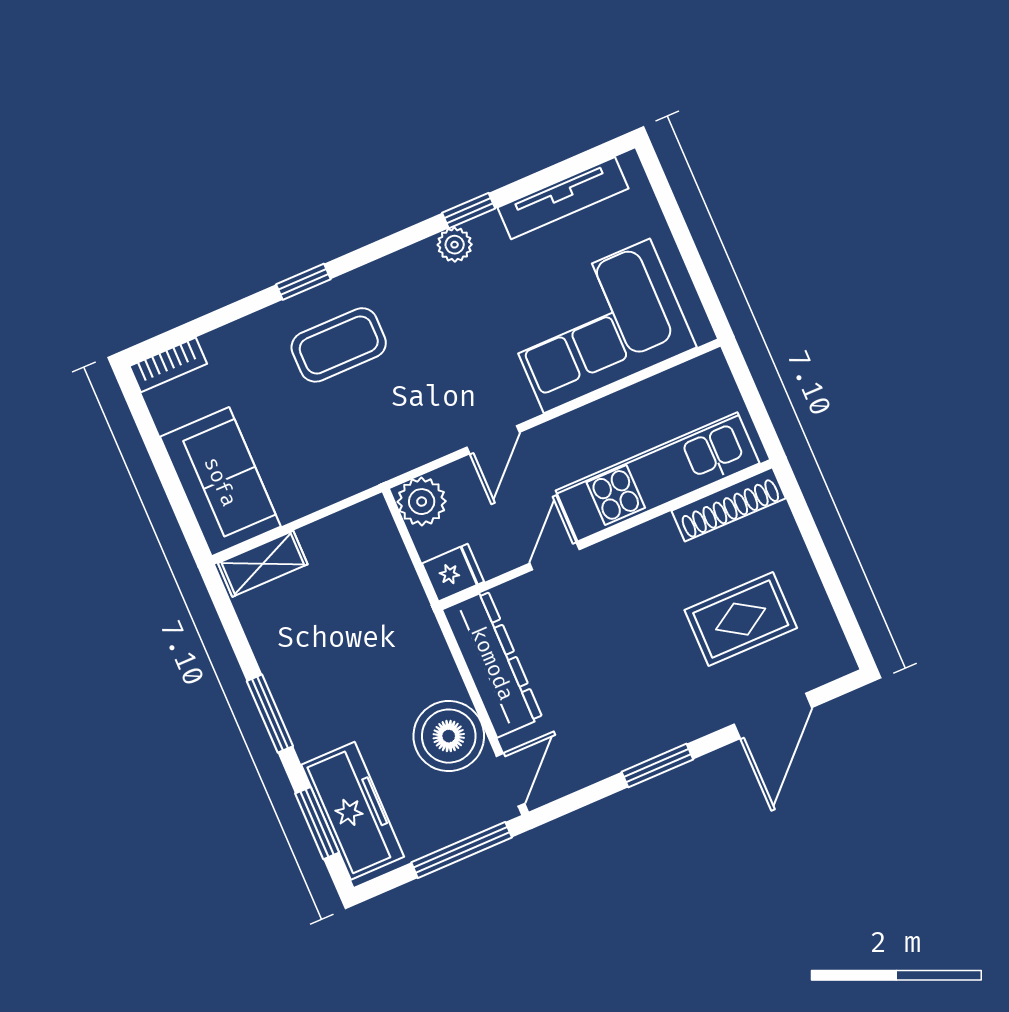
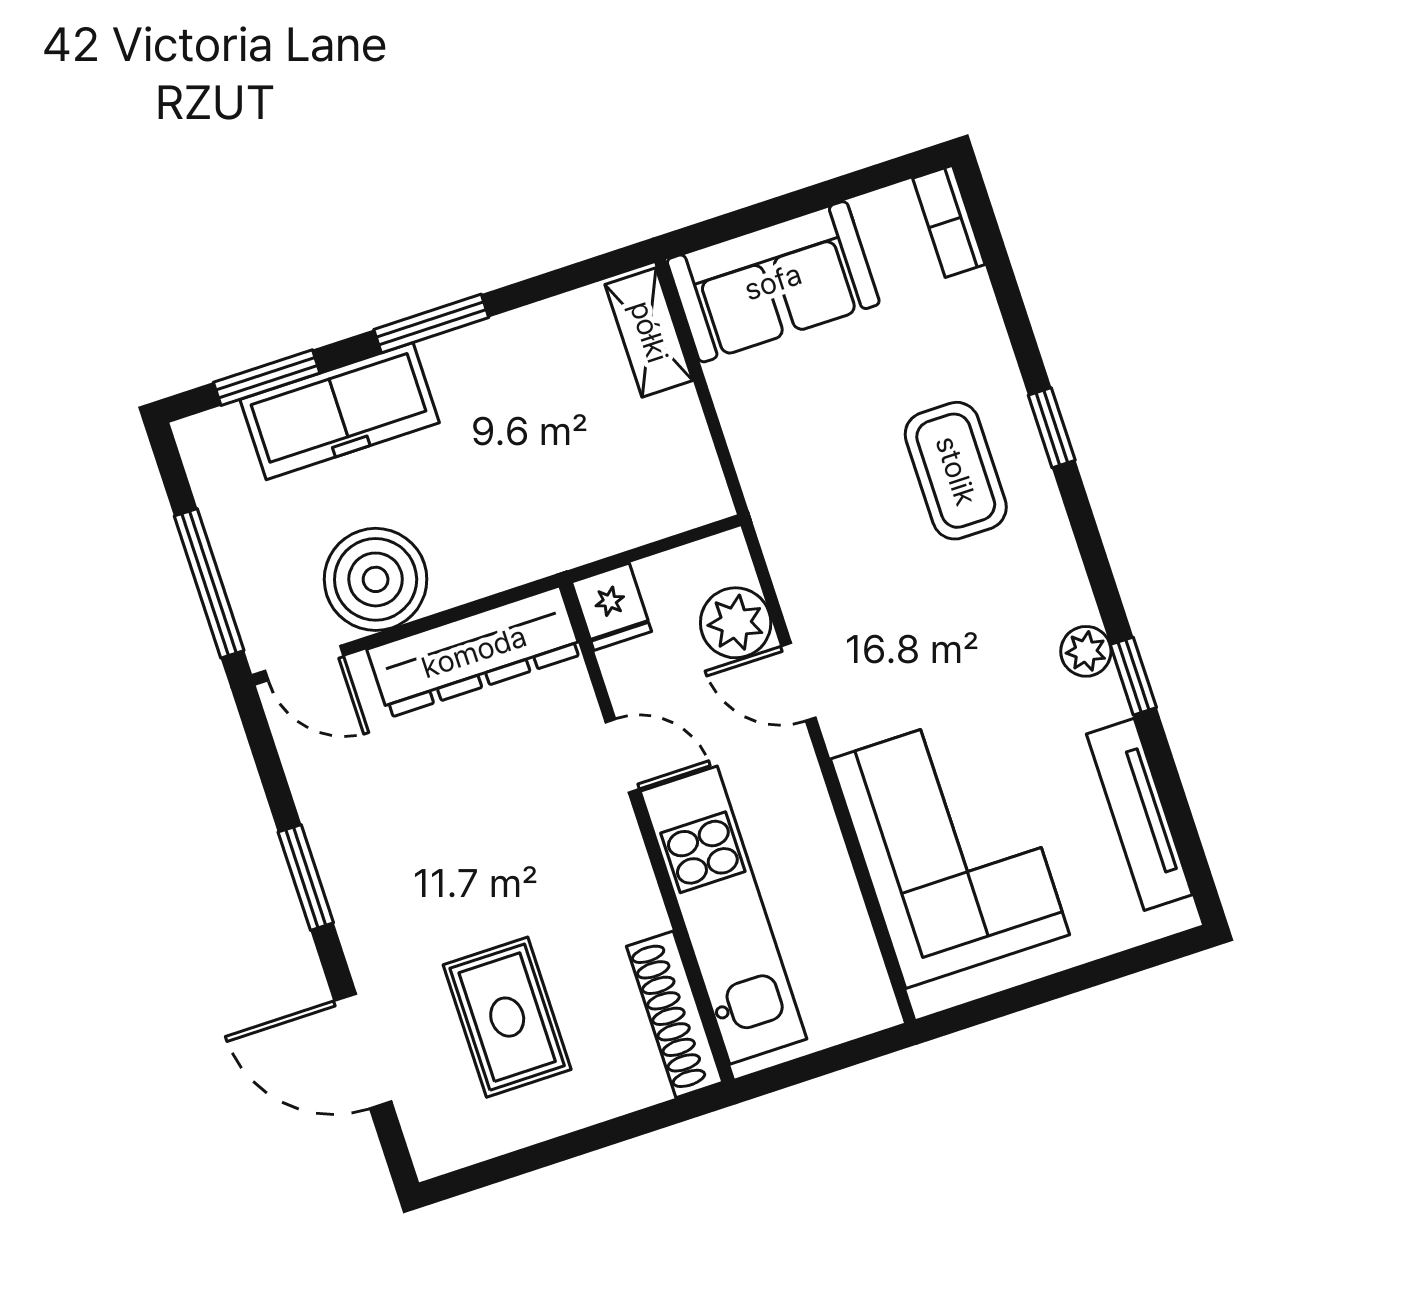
plant: (422, 502) -> (736, 623), moved
freezer: (353, 811) -> (340, 411), moved

